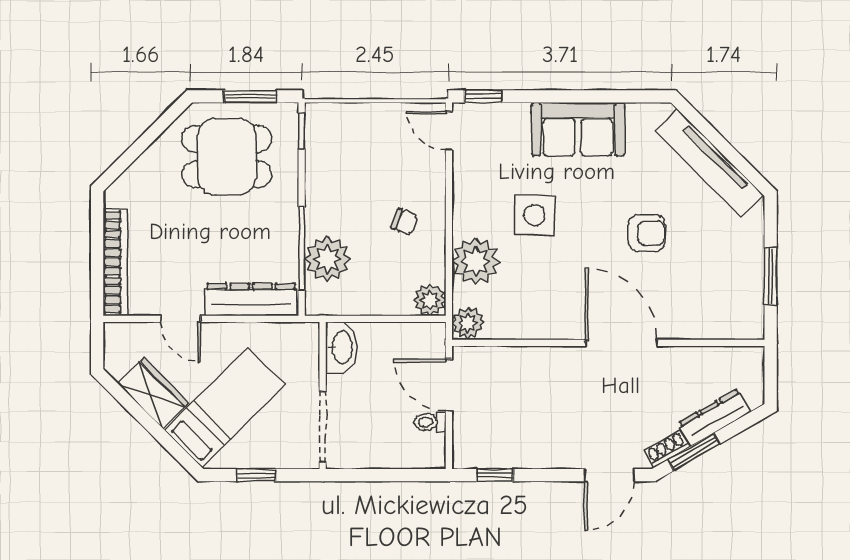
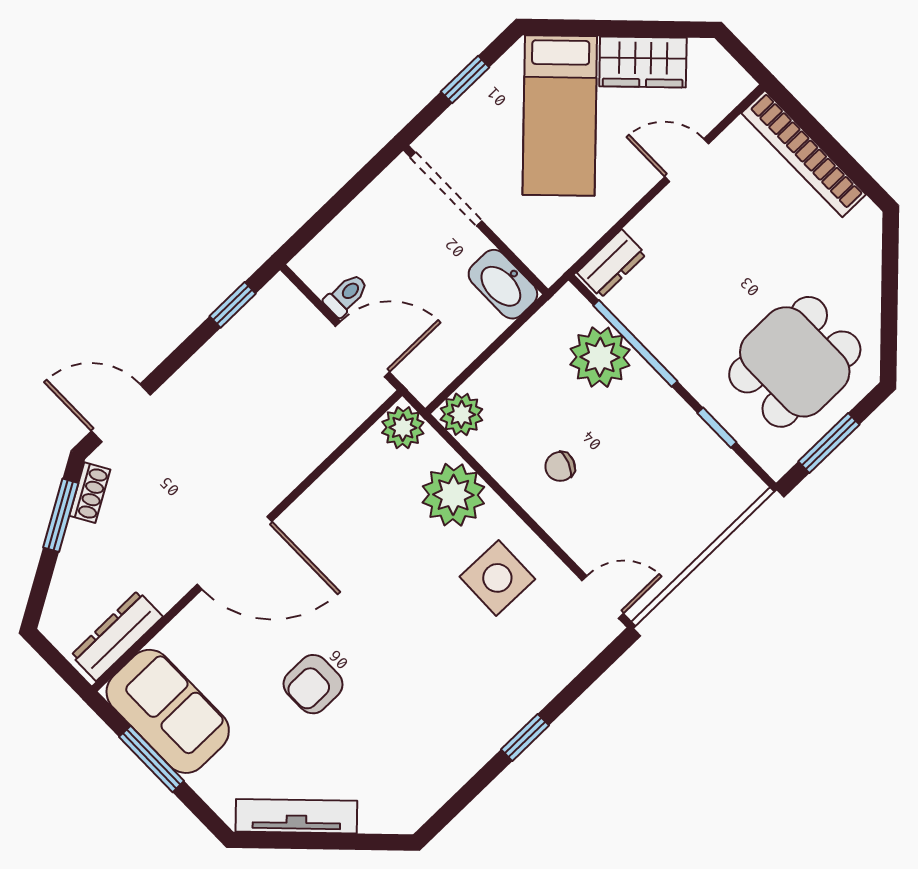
window: (483, 96) -> (525, 737), moved
sofa: (578, 129) -> (168, 711), moved, turned 90
window: (302, 131) -> (717, 428), moved
tv unit: (709, 163) -> (296, 816), width x0.73, depth x0.78
side table: (534, 215) -> (497, 578), moved
dresser: (251, 300) -> (611, 264), width x0.51, depth x0.80
dresser: (715, 417) -> (117, 636), moved, turned -150
door: (609, 475) -> (121, 413), hinge flipped

